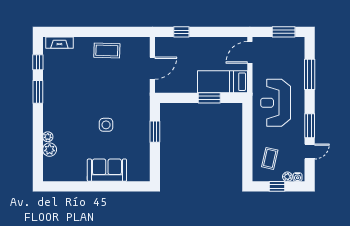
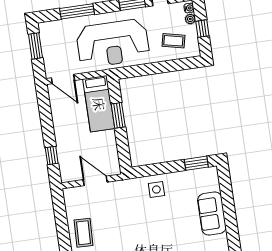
reception desk: (276, 103) -> (113, 43), width x1.36, depth x1.30
side table: (106, 125) -> (156, 189), moved
window: (155, 132) -> (196, 163), moved

